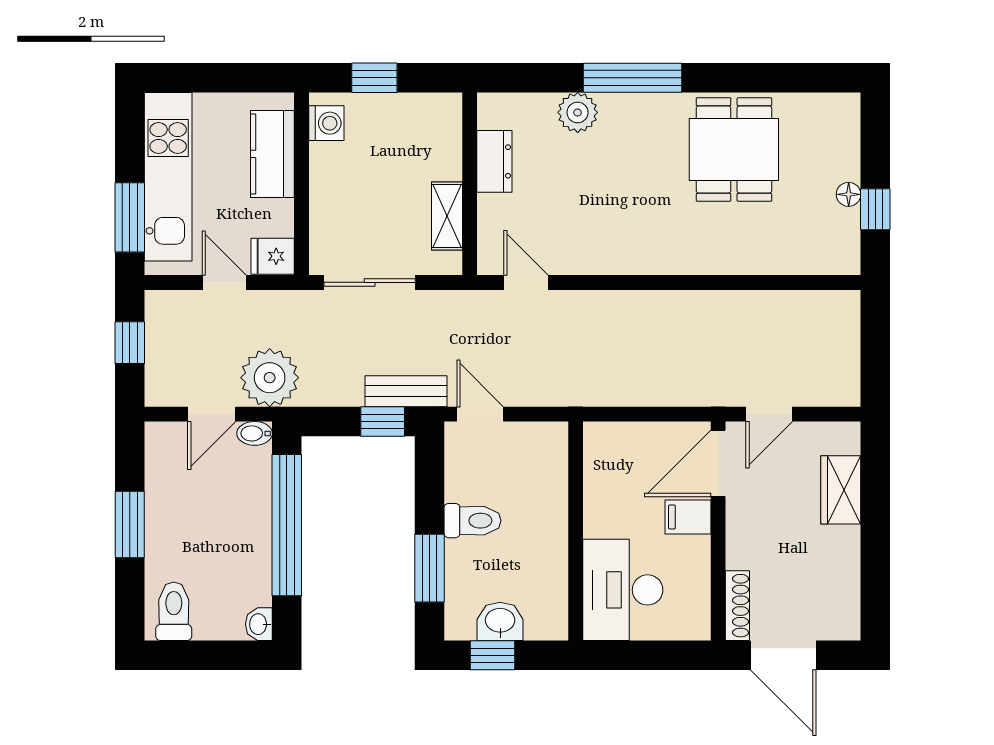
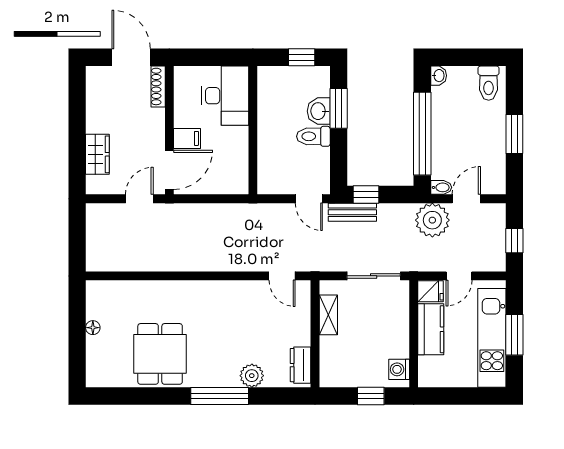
kitchen counter: (272, 154) -> (431, 329), moved
dresser: (494, 161) -> (301, 365), moved
window: (875, 209) -> (77, 319), removed
window: (130, 217) -> (514, 335), moved
door: (224, 282) -> (459, 276), hinge flipped
washbasin: (500, 621) -> (319, 111), moved, turned 90

